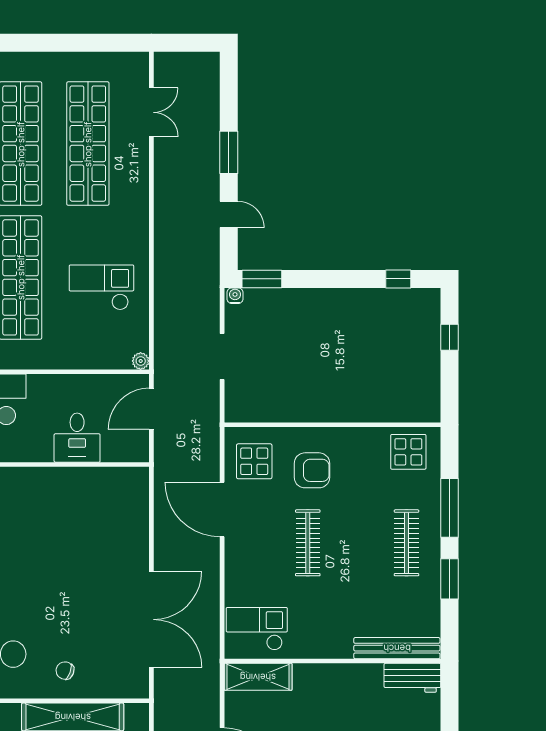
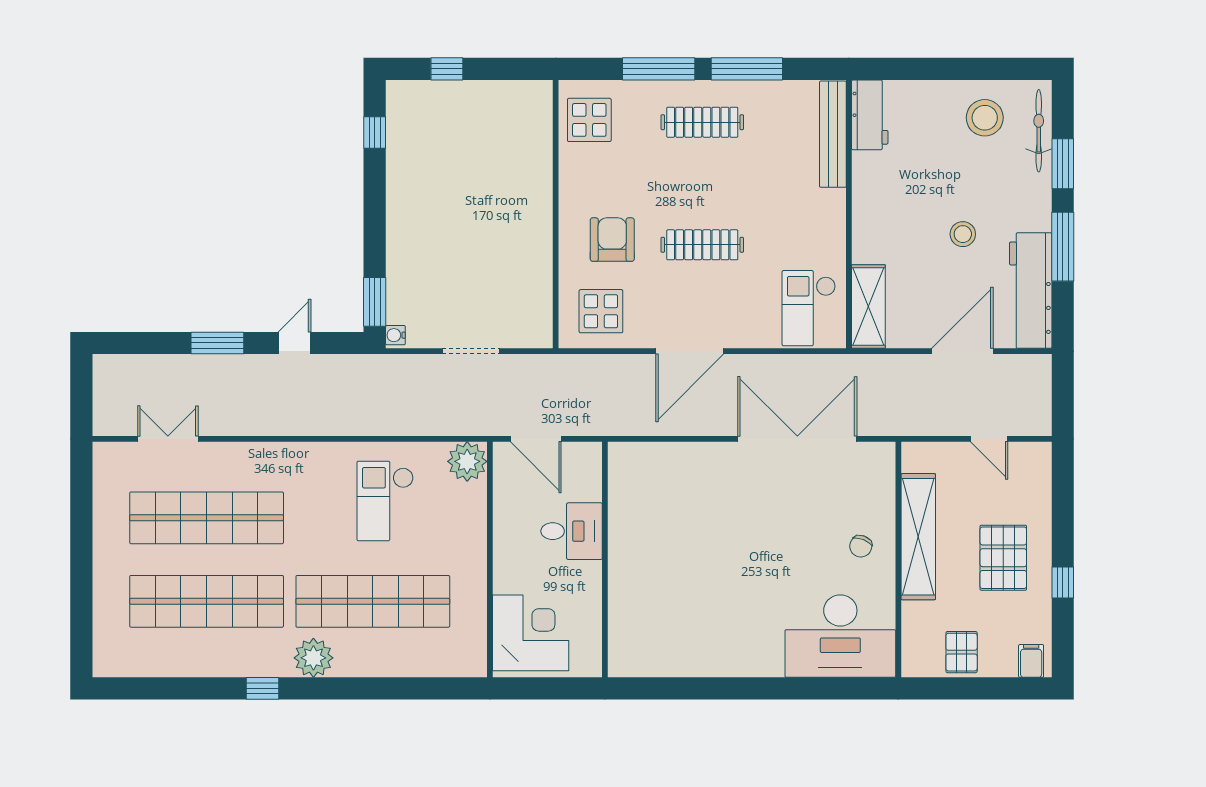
plant: (141, 361) -> (467, 461), width x1.87, depth x1.87
door: (222, 509) -> (690, 351), moved
window: (450, 579) -> (747, 69), width x1.44

